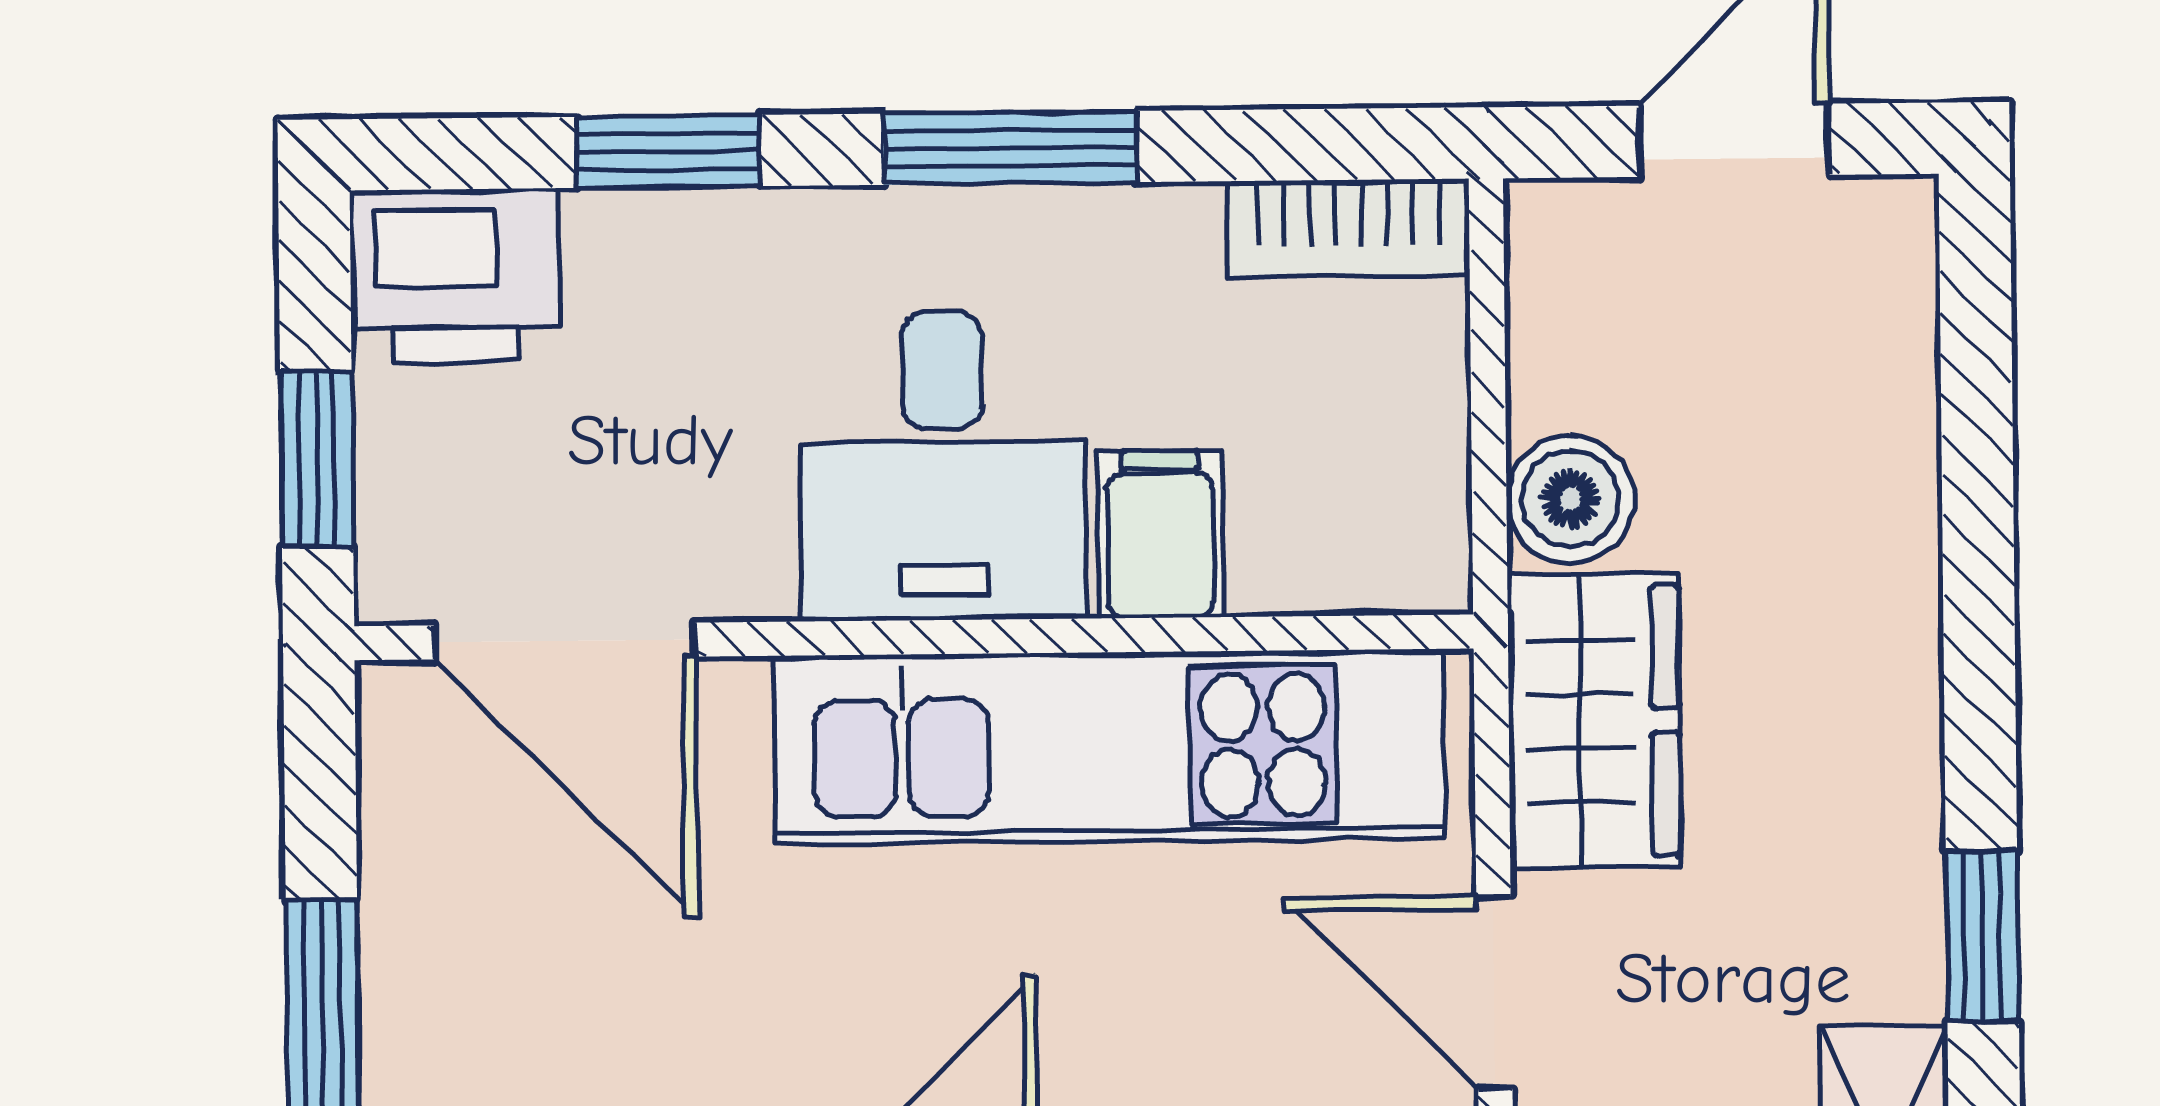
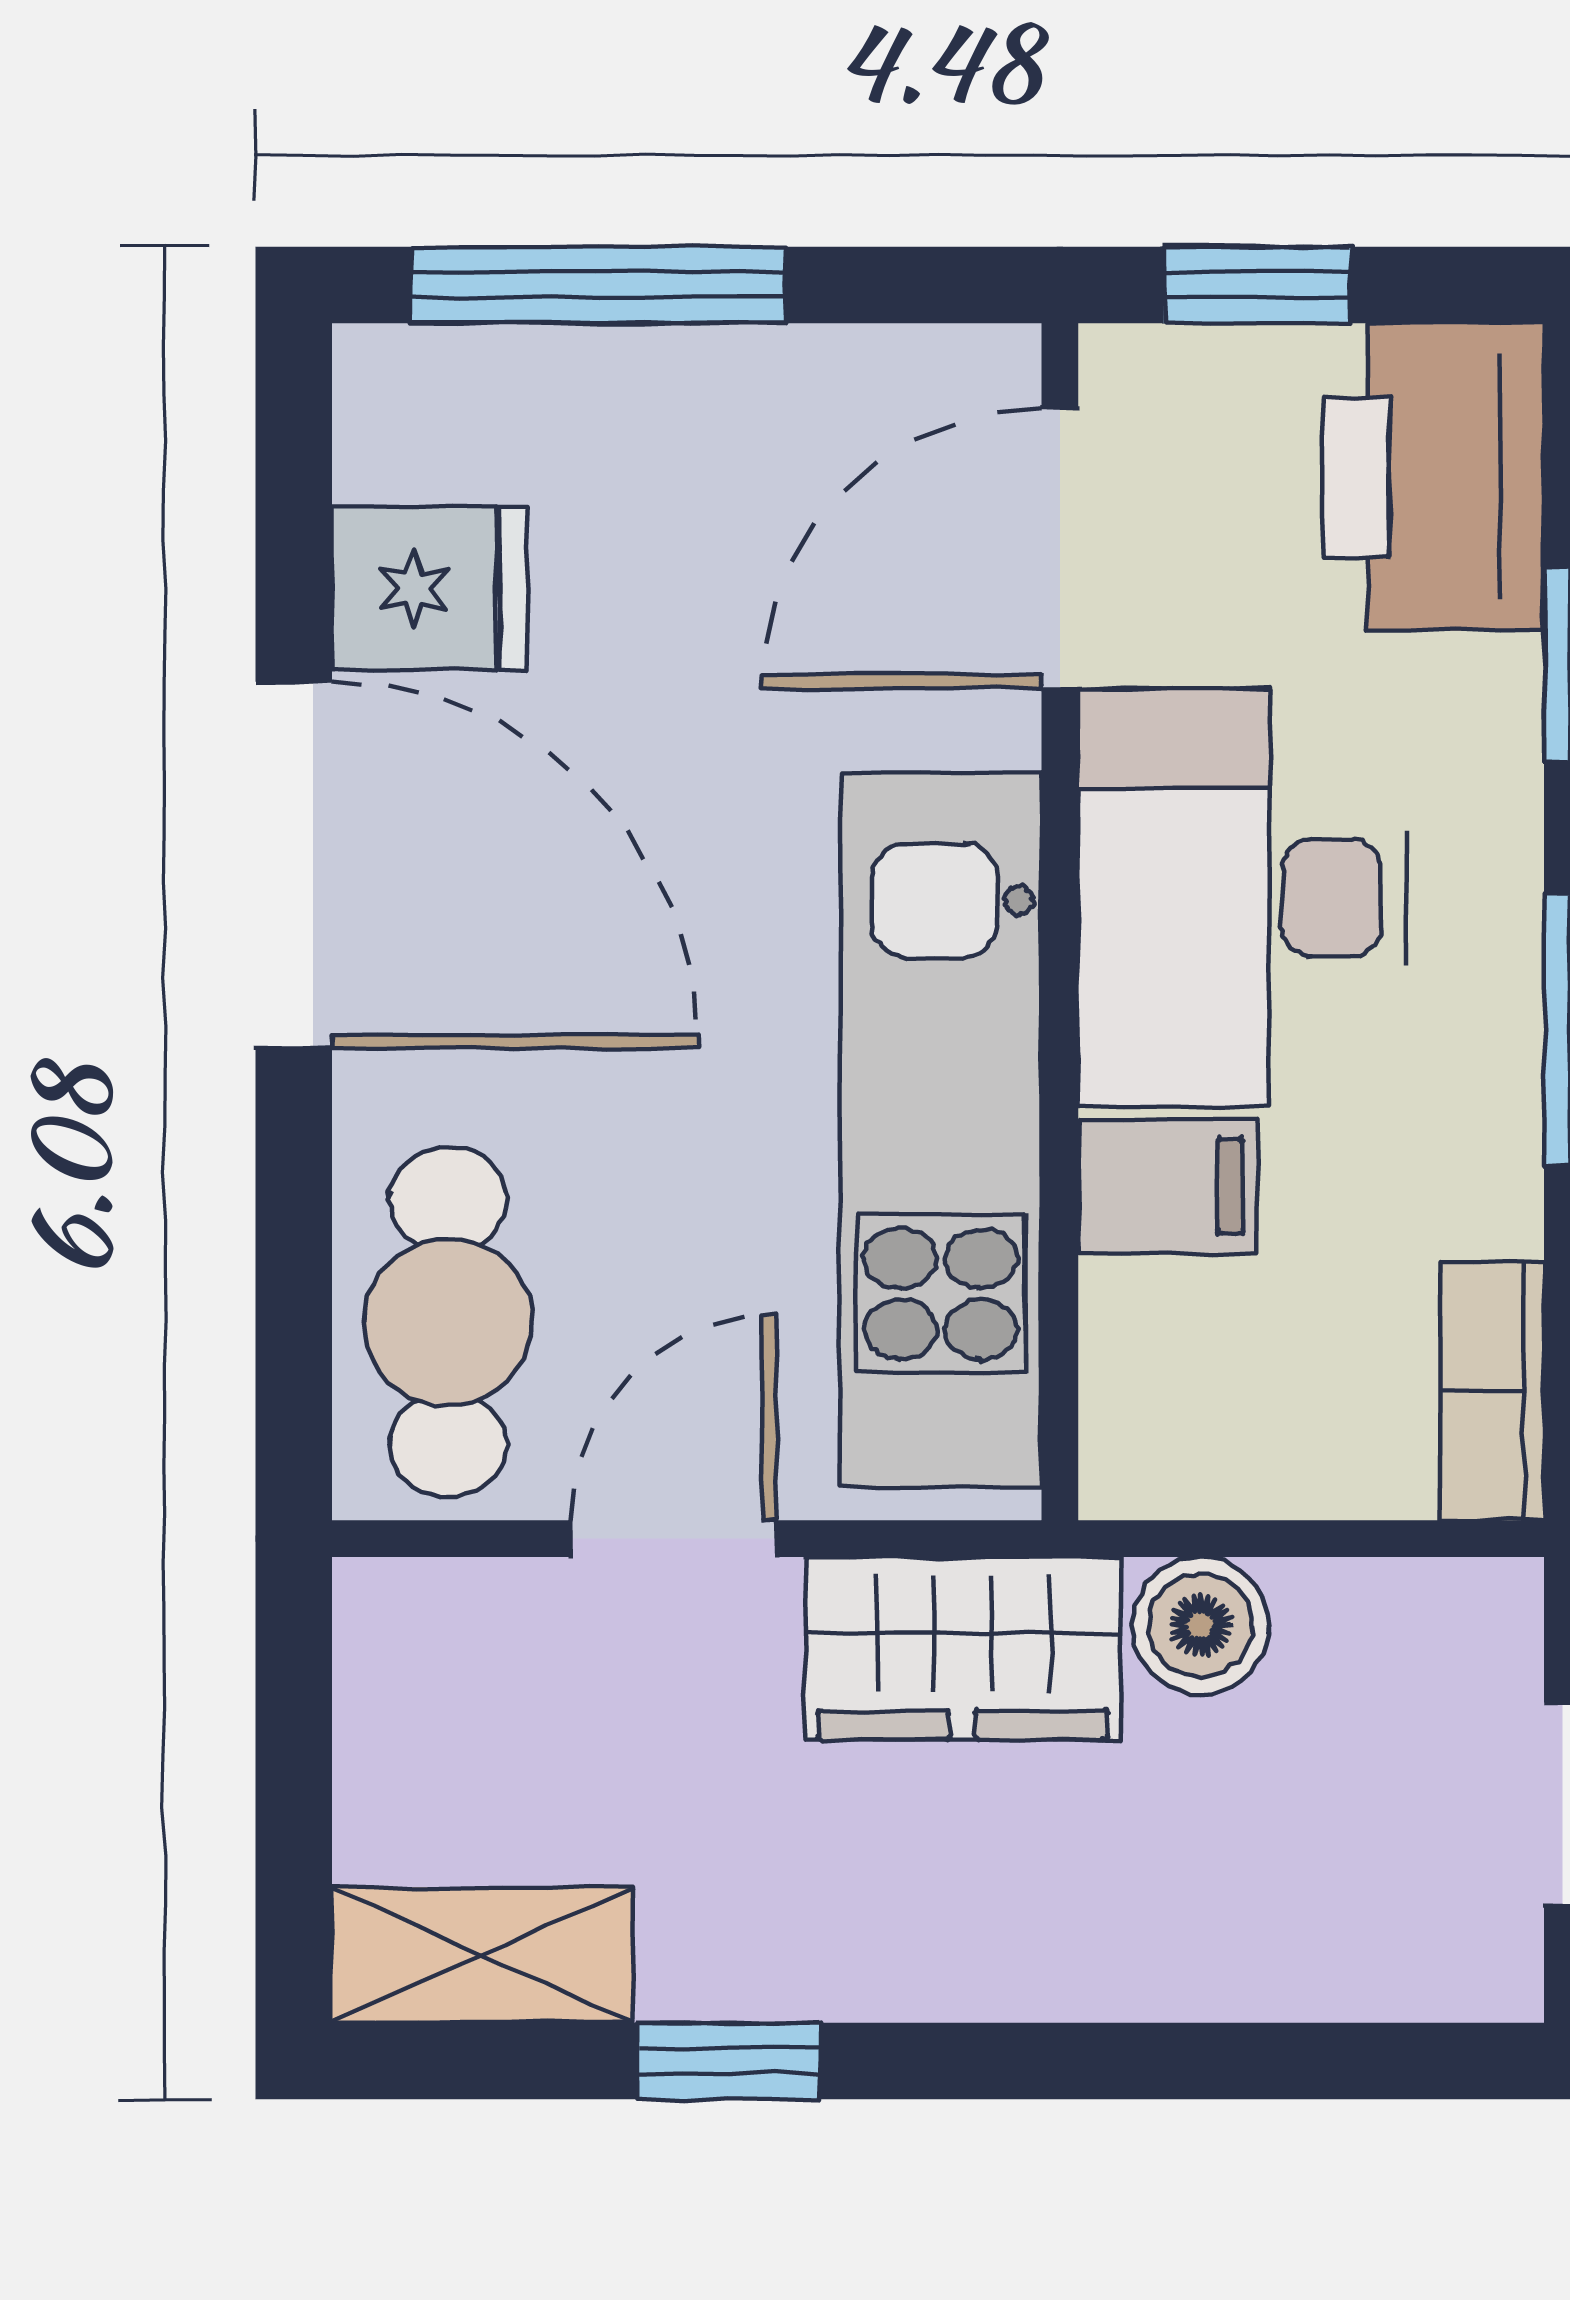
printer: (455, 276) -> (1434, 477), width x1.37, depth x1.19
desk: (943, 466) -> (1243, 898), width x1.37

